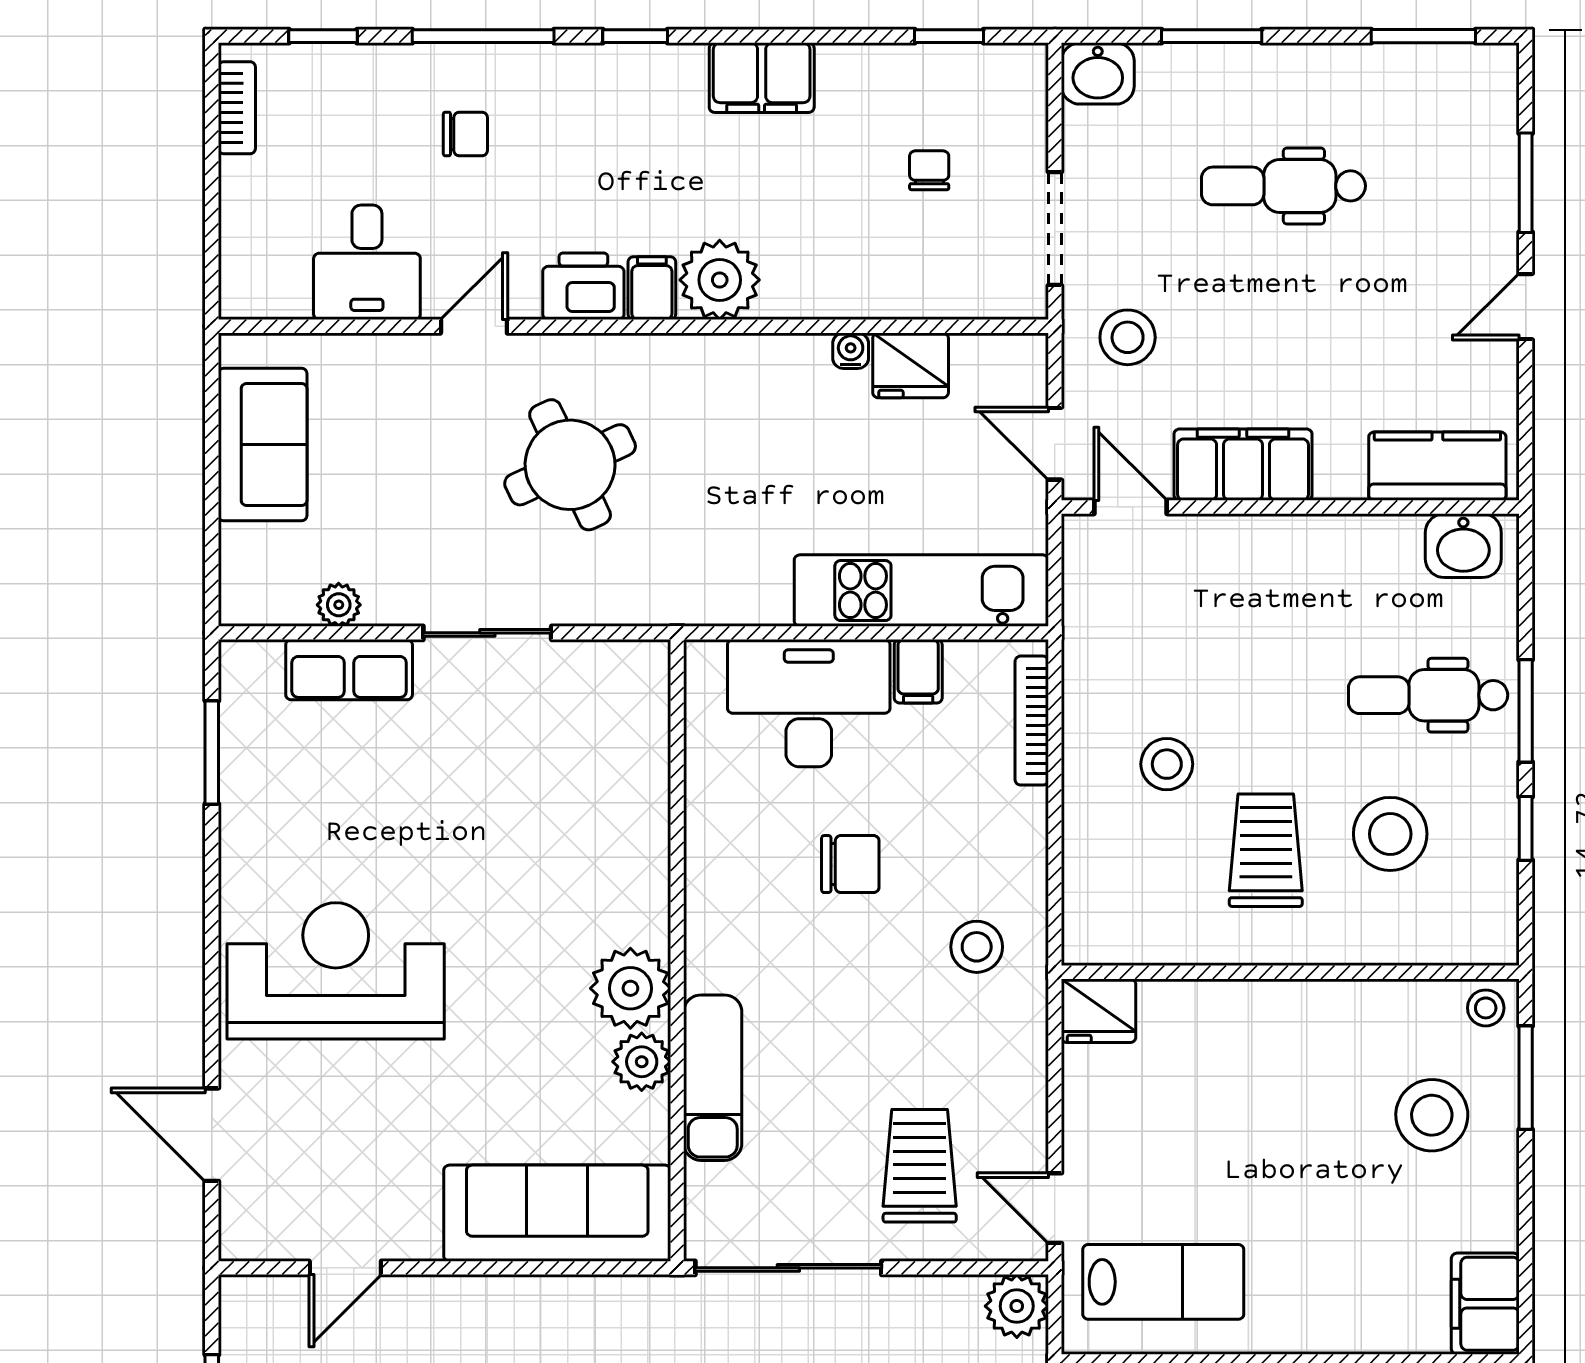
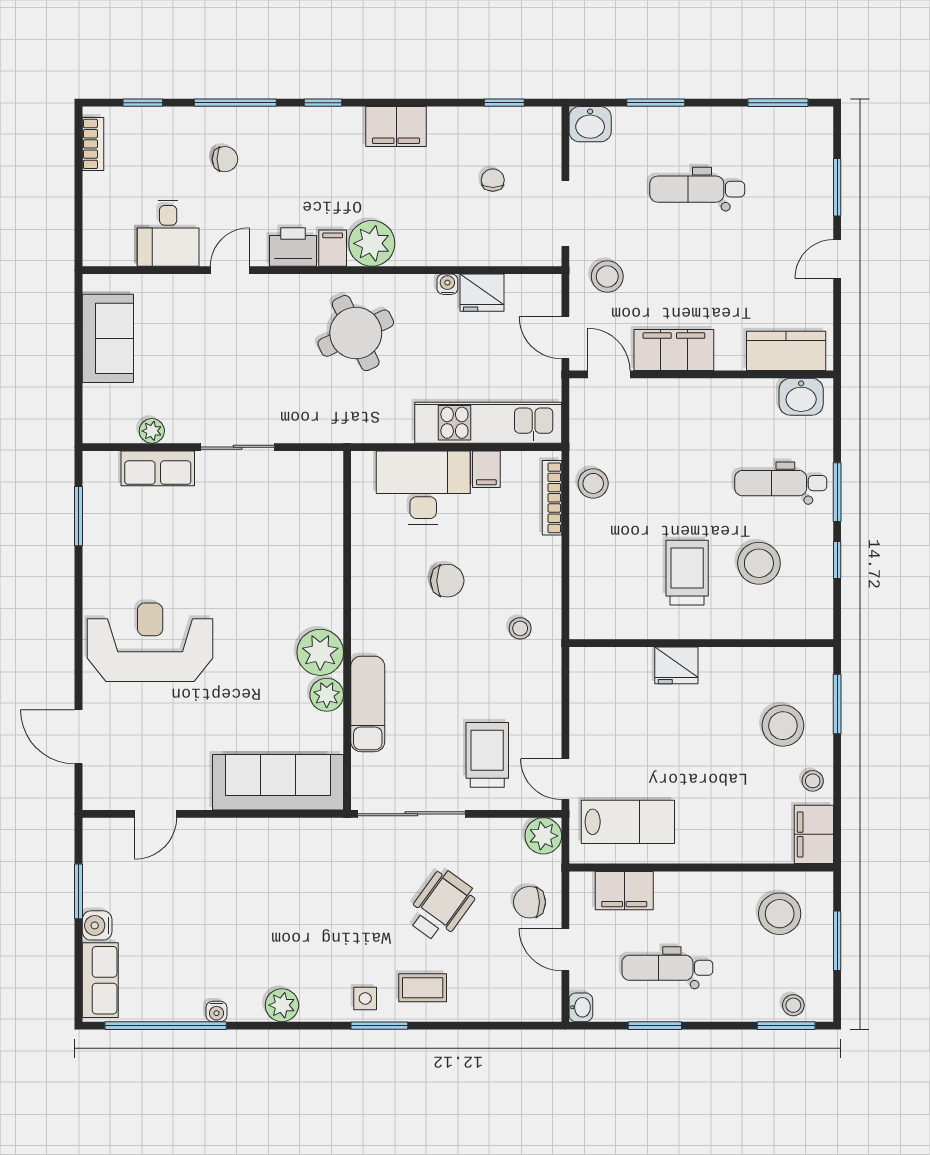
round table: (570, 465) -> (356, 333), moved
stool: (1167, 764) -> (593, 483), moved
stool: (977, 947) -> (520, 628), width x0.73, depth x0.73
stool: (1486, 1008) -> (813, 781), moved
fridge: (1099, 1011) -> (676, 665), moved

